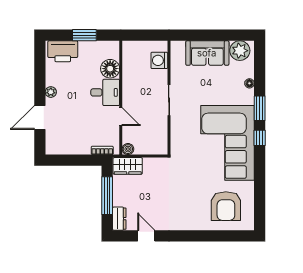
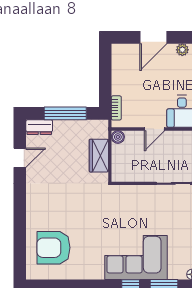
door: (40, 118) -> (153, 37), swing flipped
corner sofa: (227, 143) -> (136, 258), width x0.73, depth x0.74
wardrobe: (128, 166) -> (99, 156), moved

